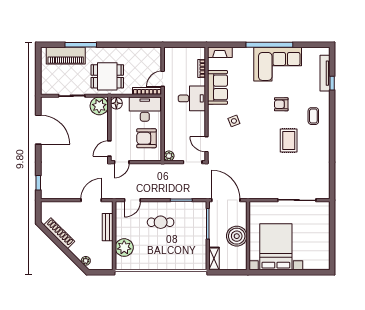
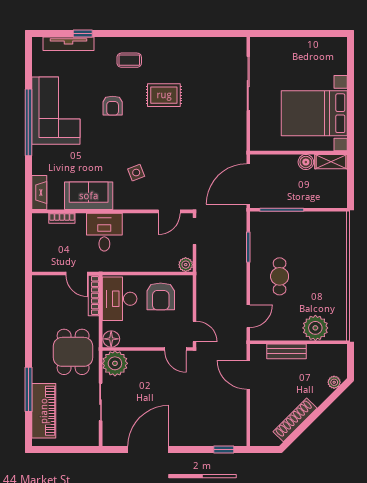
door: (132, 200) -> (248, 316), hinge flipped
boiler: (237, 236) -> (306, 162), width x0.54, depth x0.54
shelving: (214, 259) -> (331, 162), moved

